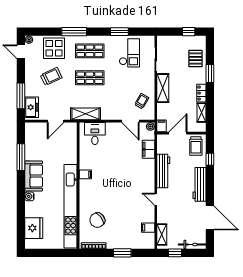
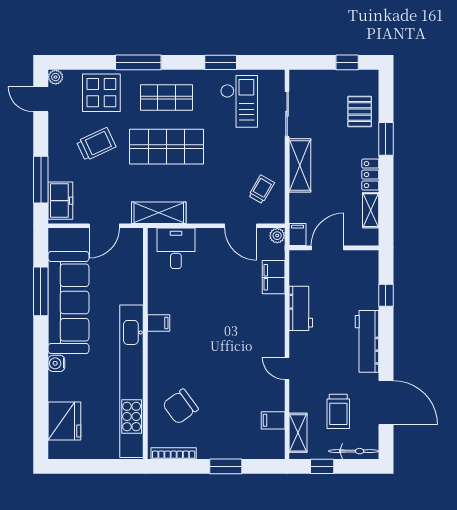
shop shelf: (90, 78) -> (166, 147), width x1.43, depth x1.36
trolley: (196, 146) -> (338, 411), moved
workbench: (163, 171) -> (301, 308), width x0.73
sofa: (34, 176) -> (68, 302), width x1.85, depth x1.27

